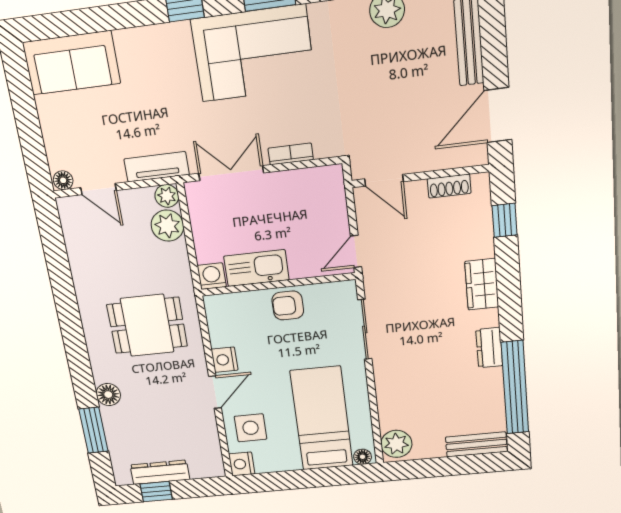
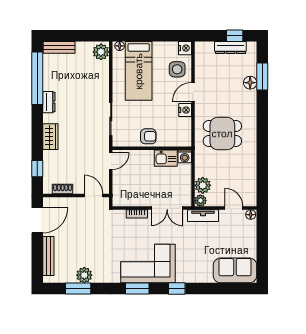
kitchen sink: (256, 268) -> (166, 158), width x0.73
floor lamp: (108, 395) -> (250, 83), moved

